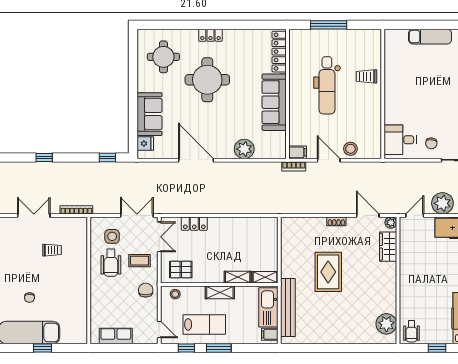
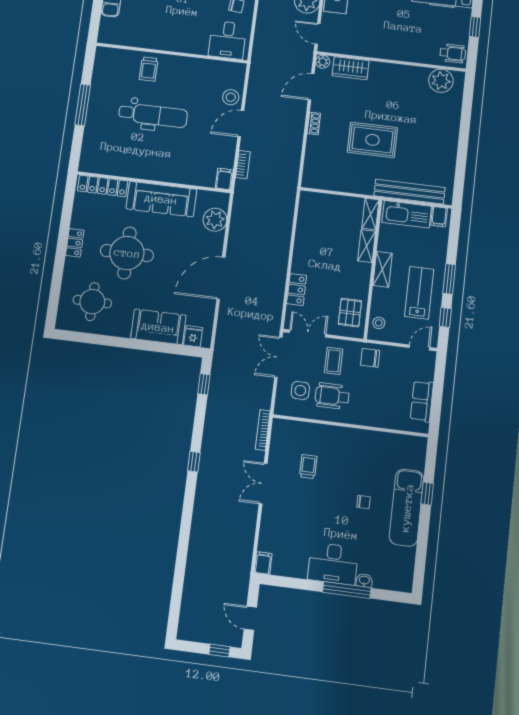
locker: (279, 52) -> (103, 186), moved
wall: (288, 94) -> (154, 182), moved
sofa: (274, 102) -> (161, 199), moved
filing cabinet: (298, 152) -> (224, 179), moved
wheelchair: (111, 263) -> (332, 396), turned 180

